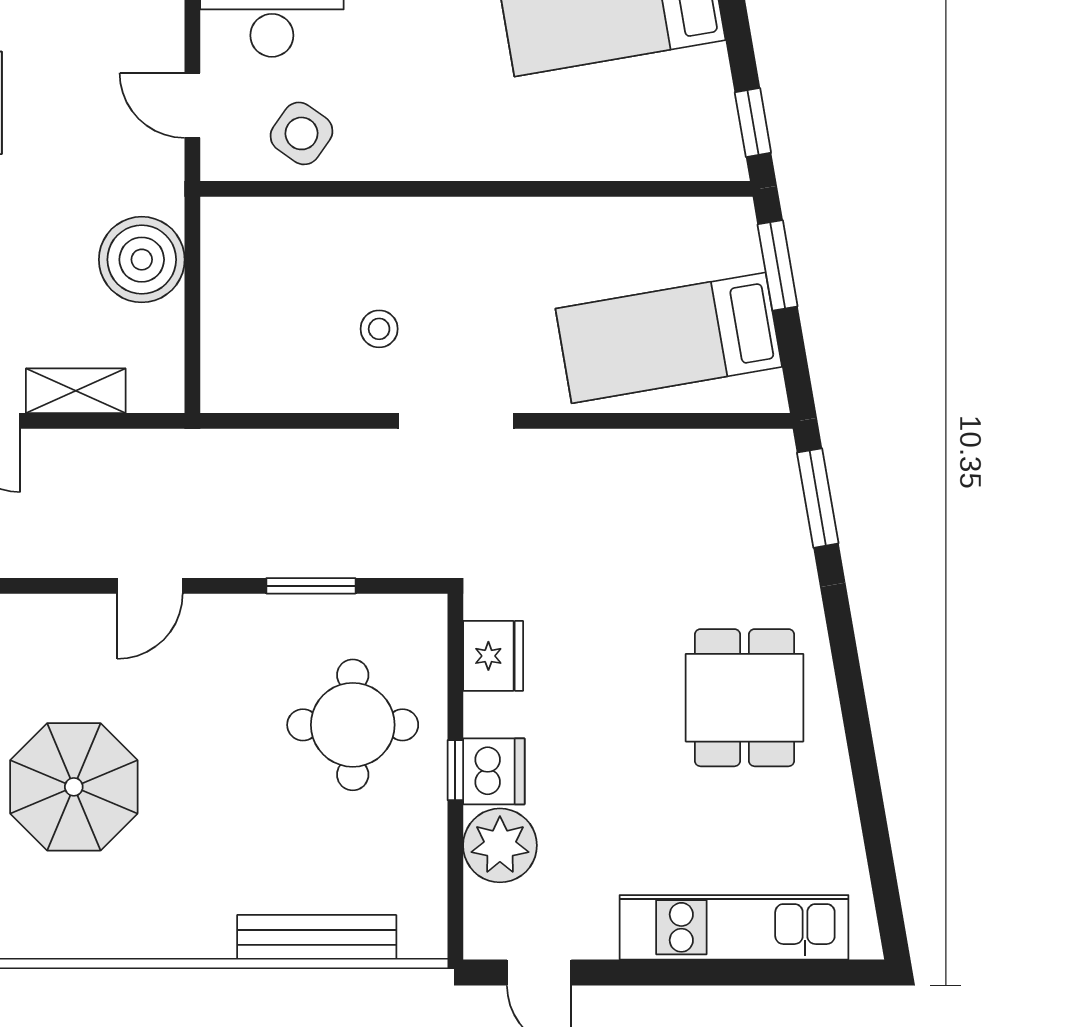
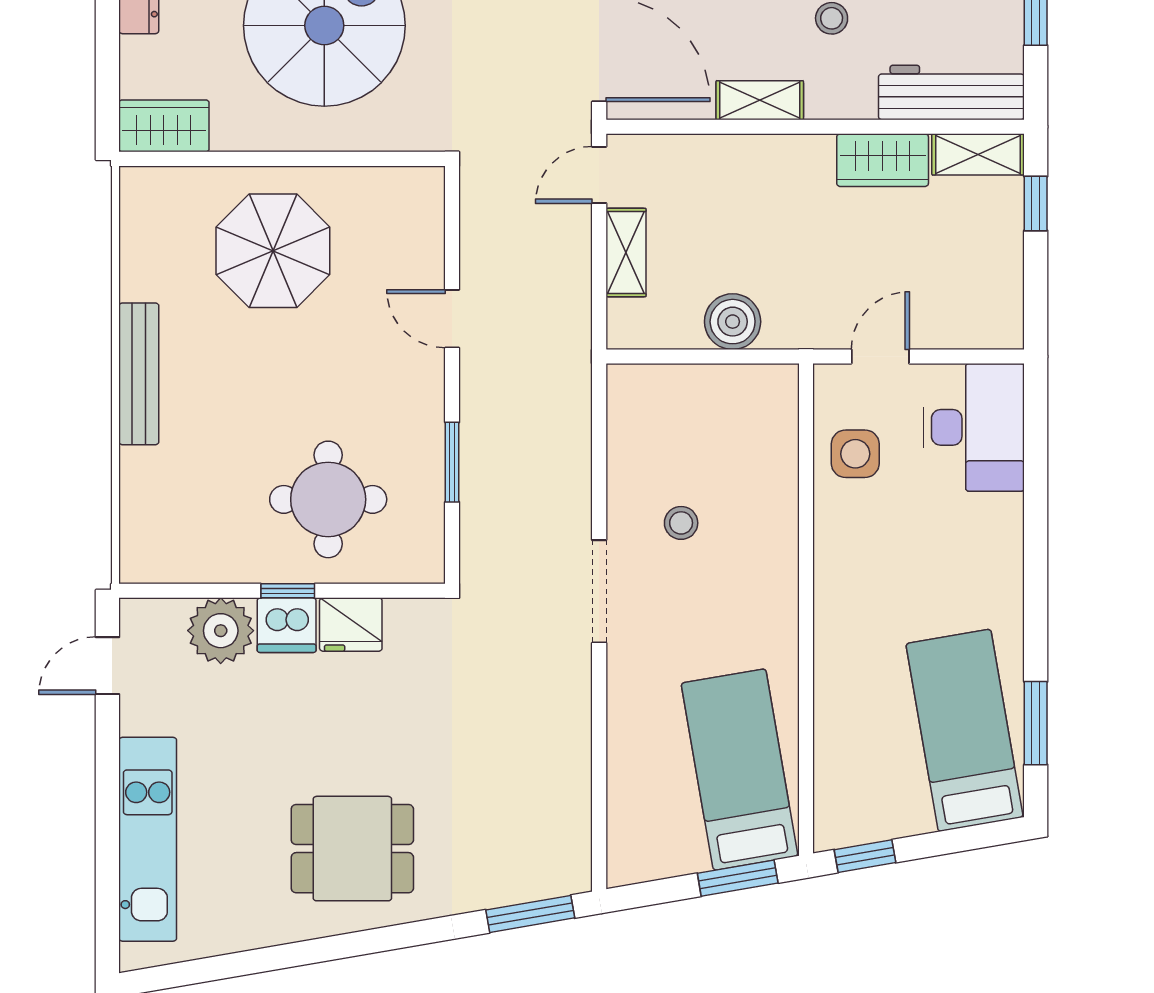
side table: (301, 133) -> (855, 454), turned -35
boiler: (142, 260) -> (733, 322), width x0.73, depth x0.73
bed: (669, 338) -> (739, 770), moved
fridge: (493, 656) -> (351, 625), moved
bench: (317, 937) -> (139, 374), moved

